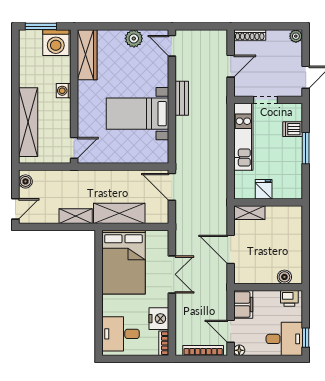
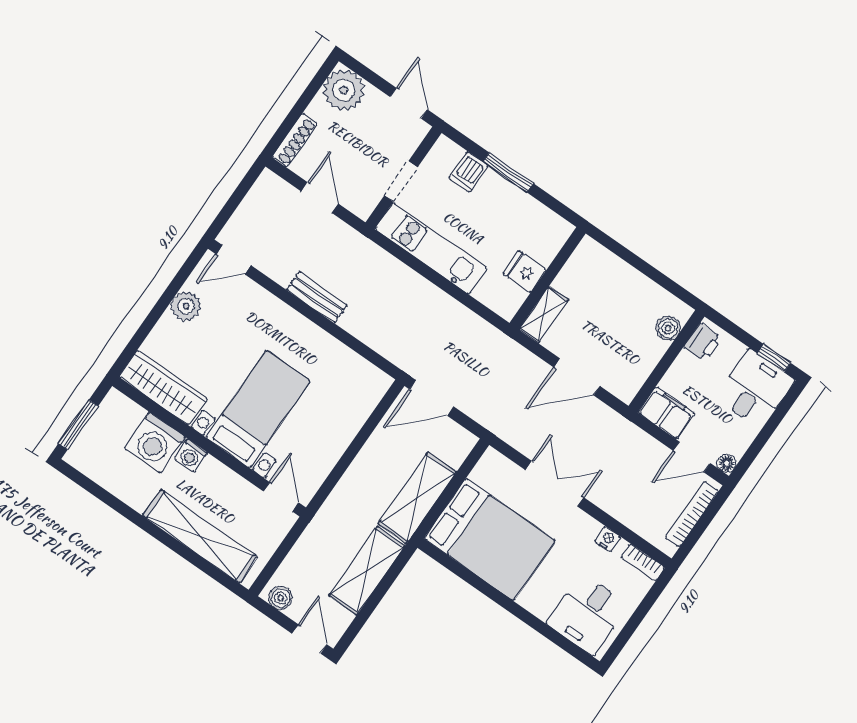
plant: (296, 36) -> (344, 90), width x1.87, depth x1.87
washing machine: (56, 43) -> (155, 443), moved, turned 90
bed with nightstands: (138, 114) -> (258, 409), moved, turned 180
shelving: (76, 216) -> (367, 571), width x1.50, depth x1.33
nightstand: (159, 319) -> (608, 539), width x0.53, depth x0.56

